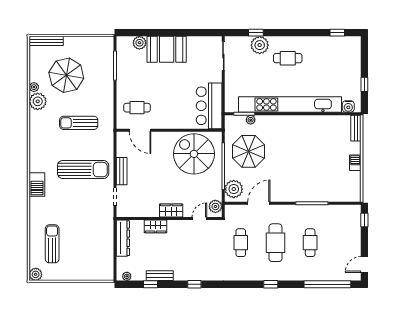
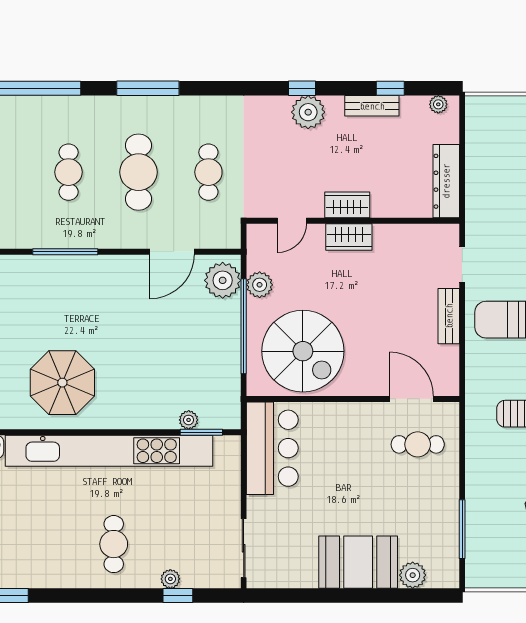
plant: (260, 45) -> (170, 579), width x0.53, depth x0.53
cafe table: (288, 58) -> (114, 544), turned 90
parasol: (249, 151) -> (62, 383), moved
plant: (215, 206) -> (260, 285), moved
wardrobe: (156, 226) -> (347, 205), moved
plant: (191, 272) -> (308, 112), added
window: (271, 284) -> (148, 88), width x2.17

